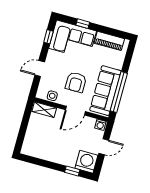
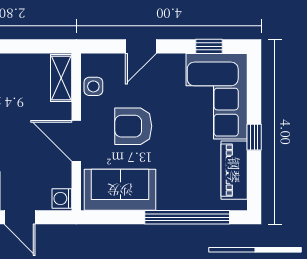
window: (83, 24) -> (254, 137), moved
door: (40, 69) -> (141, 46), swing flipped
sofa: (105, 91) -> (120, 190), width x0.73
window: (119, 92) -> (187, 217), moved

